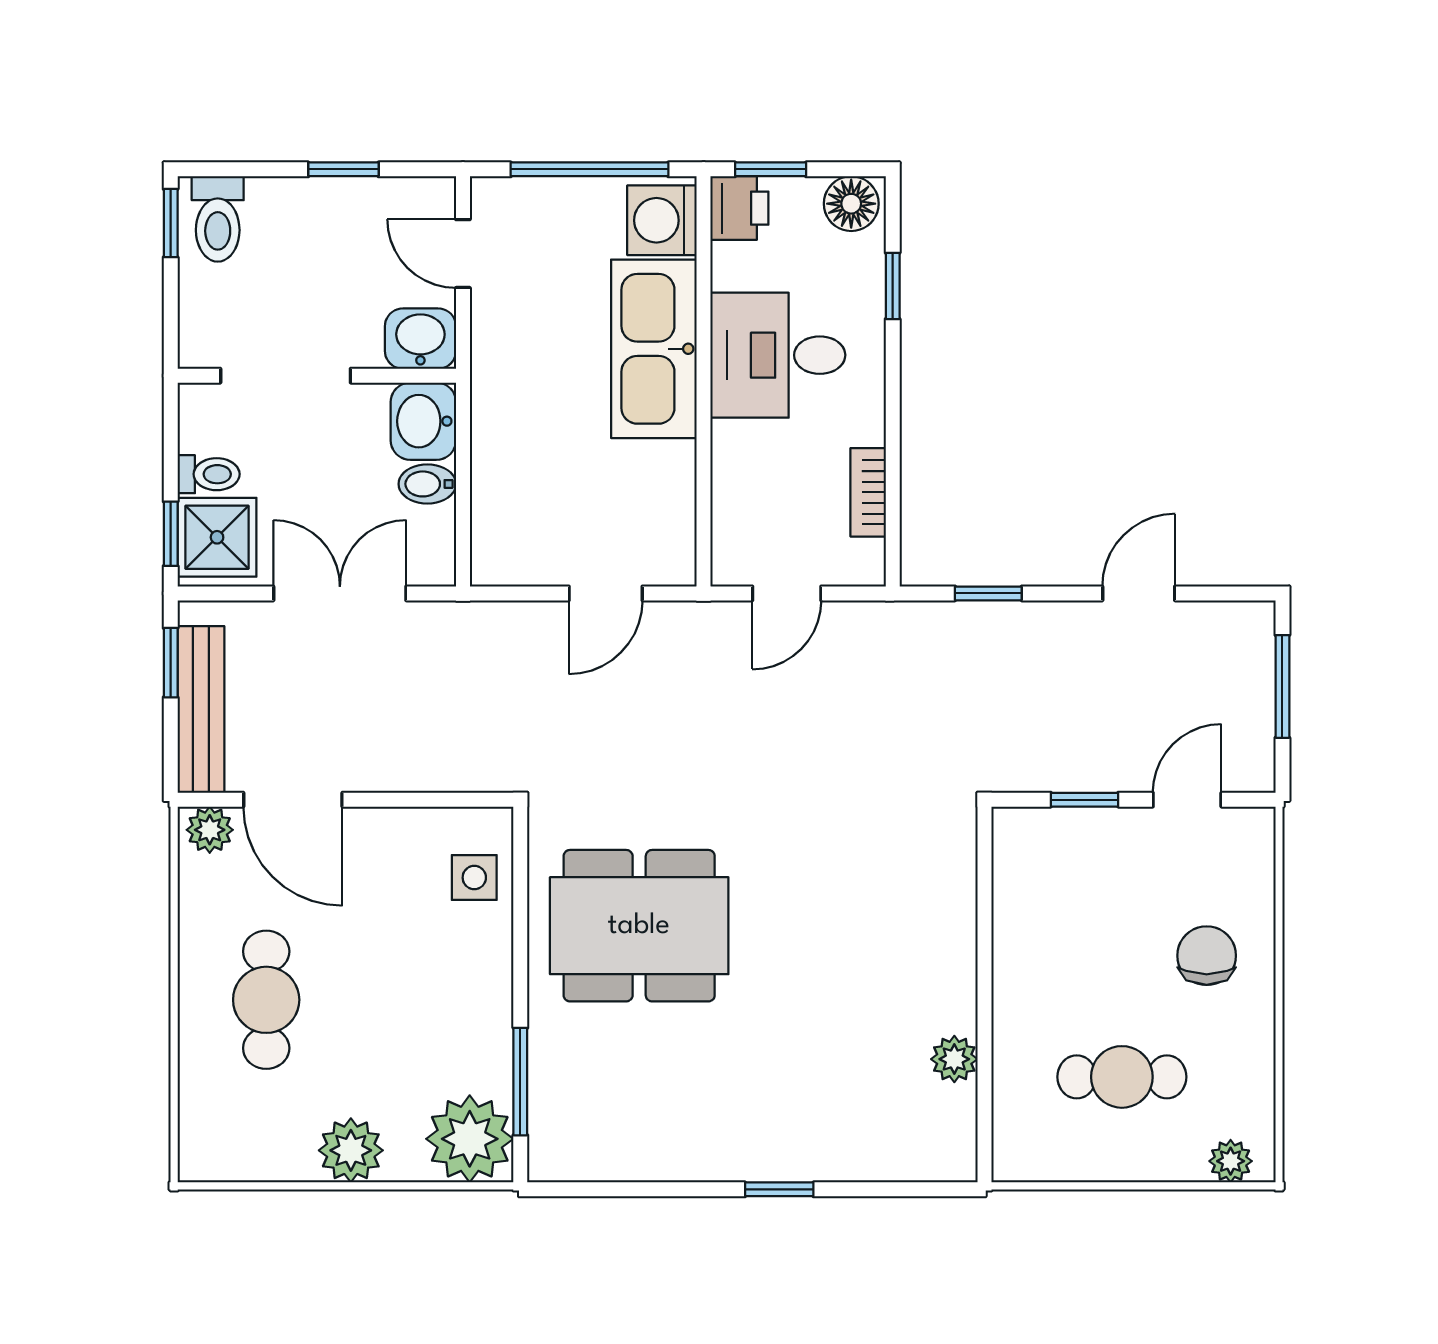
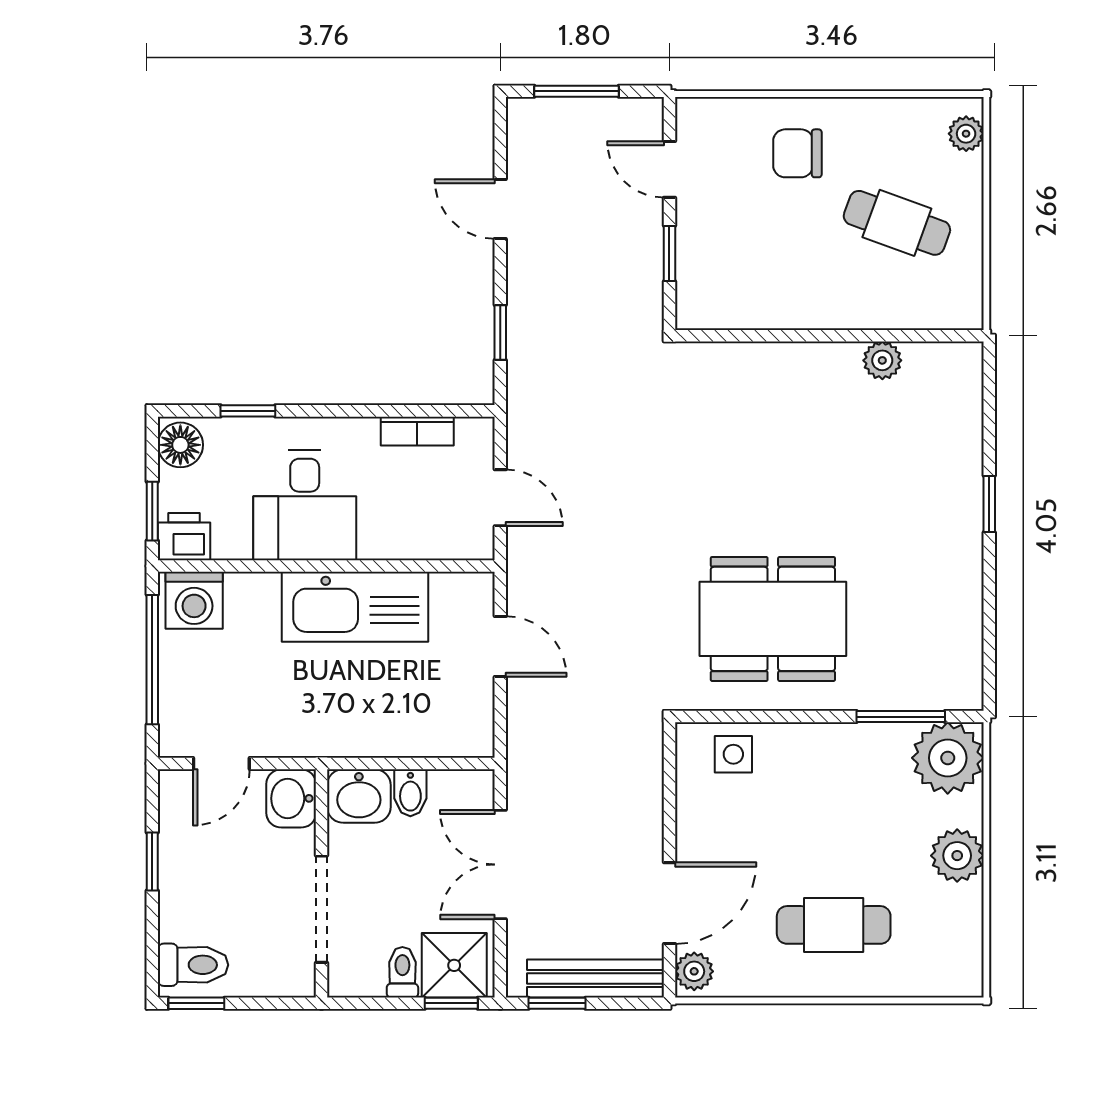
kitchen sink: (654, 349) -> (355, 607), moved
dining table: (639, 926) -> (773, 619), turned 90
cafe table: (1122, 1077) -> (897, 223), turned -70

